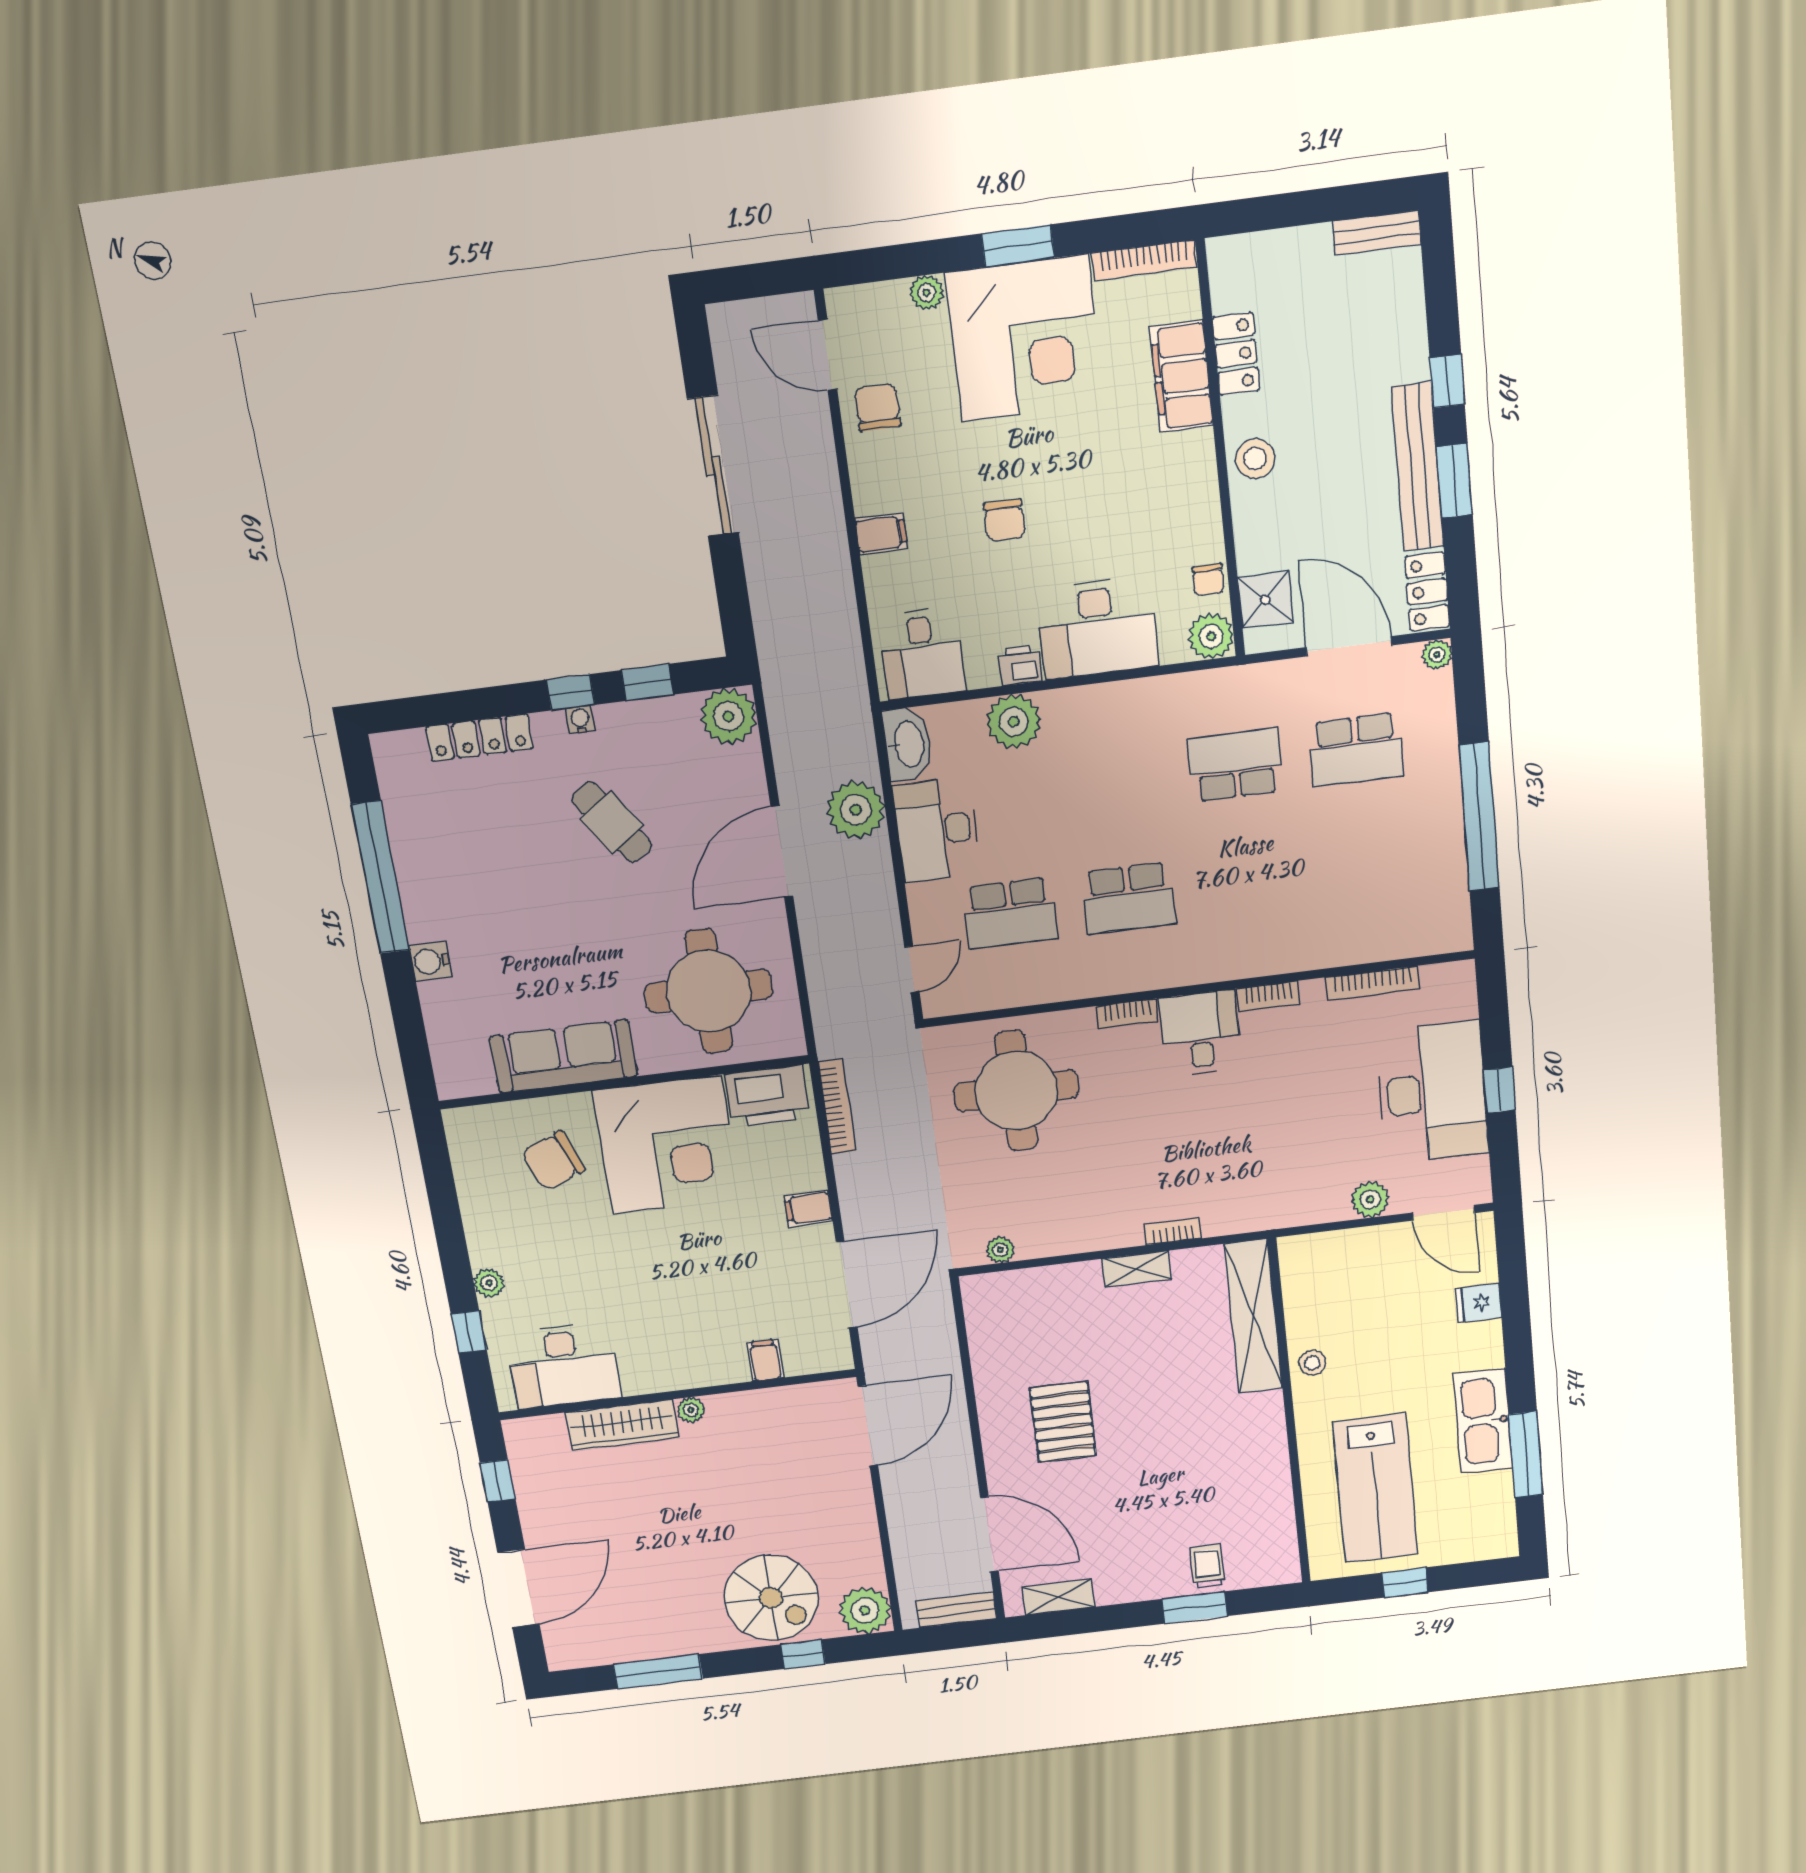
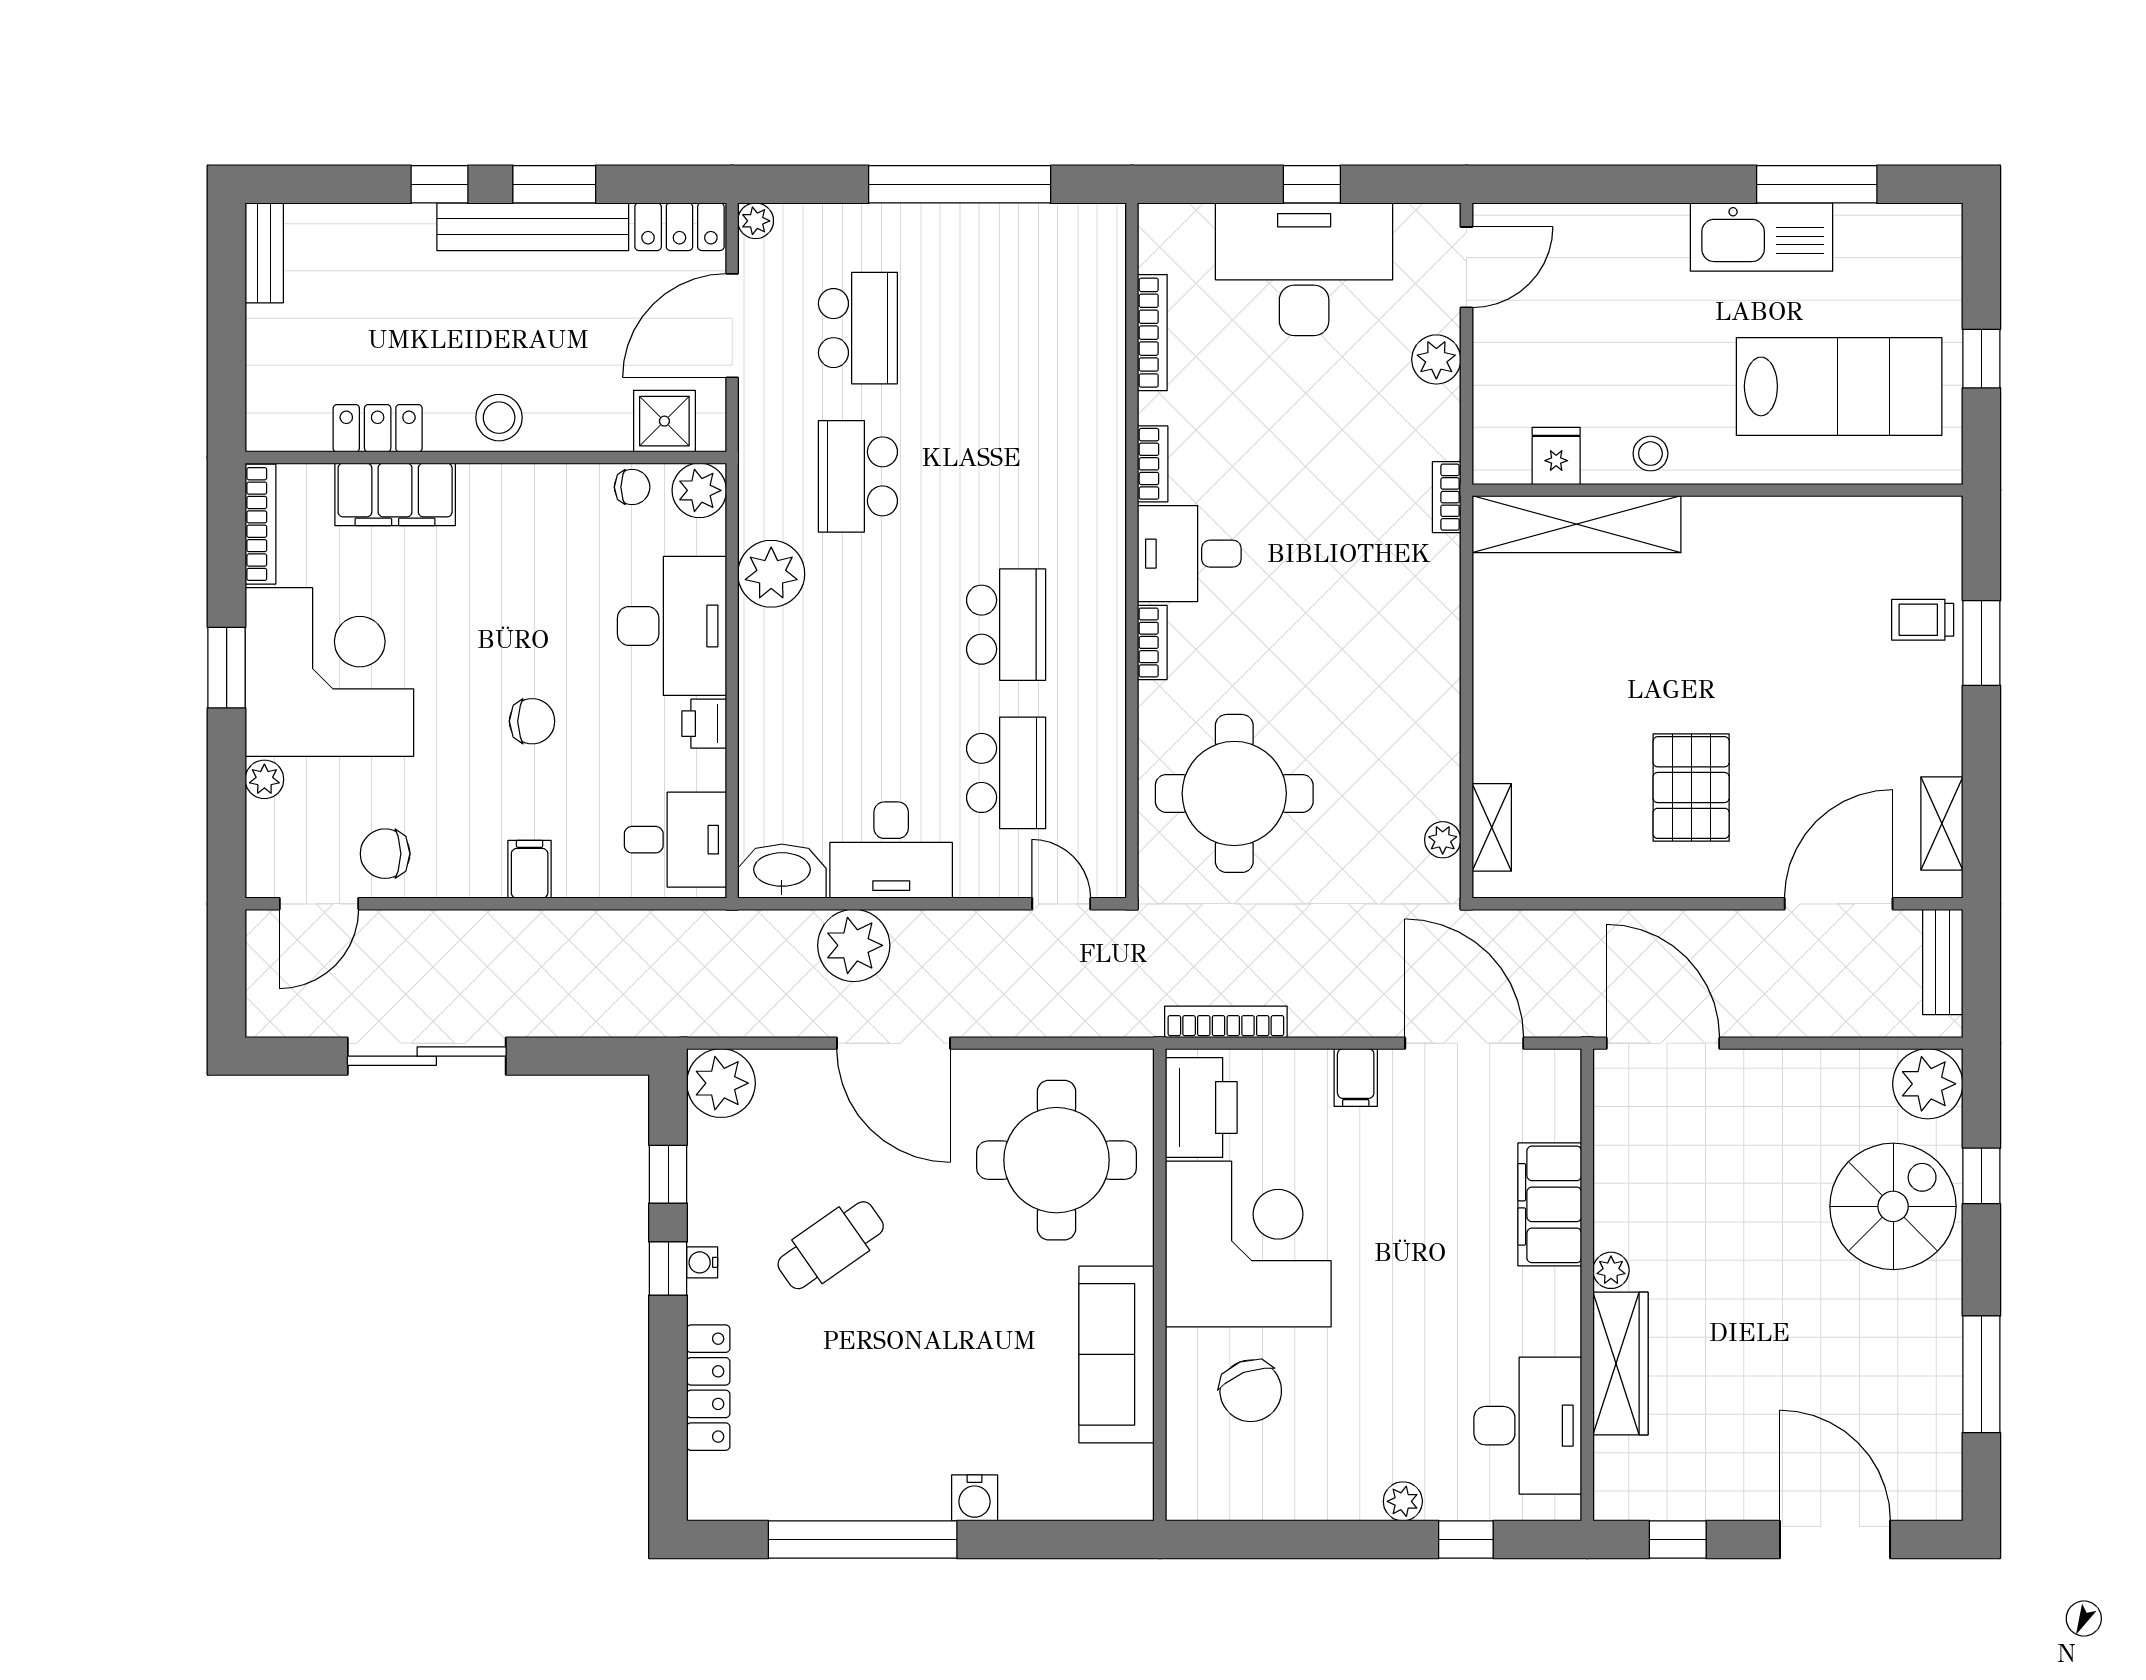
plant: (1014, 722) -> (771, 574), moved
bookcase: (1173, 1231) -> (1447, 497), moved
shelving: (1136, 1269) -> (1492, 827), moved
fridge: (1478, 1303) -> (1556, 456), moved, turned 180
filing cabinet: (765, 1360) -> (1550, 1204), width x3.00, depth x1.17
pallet: (1063, 1422) -> (1691, 788), turned 90

